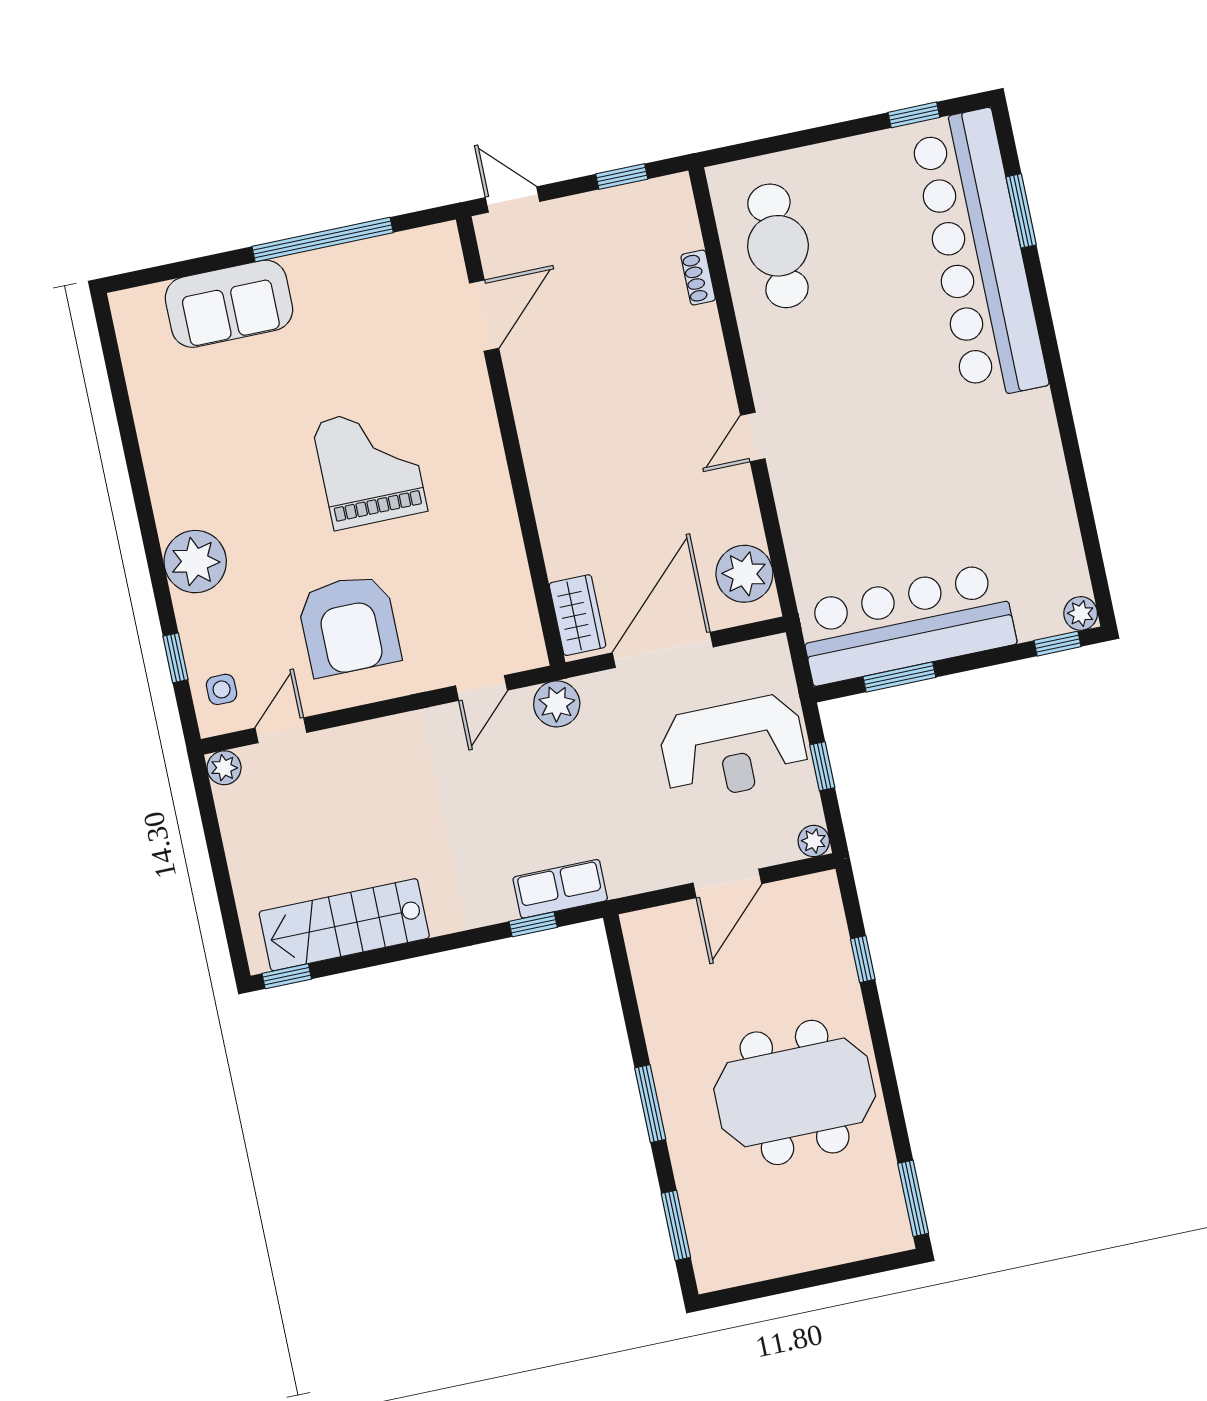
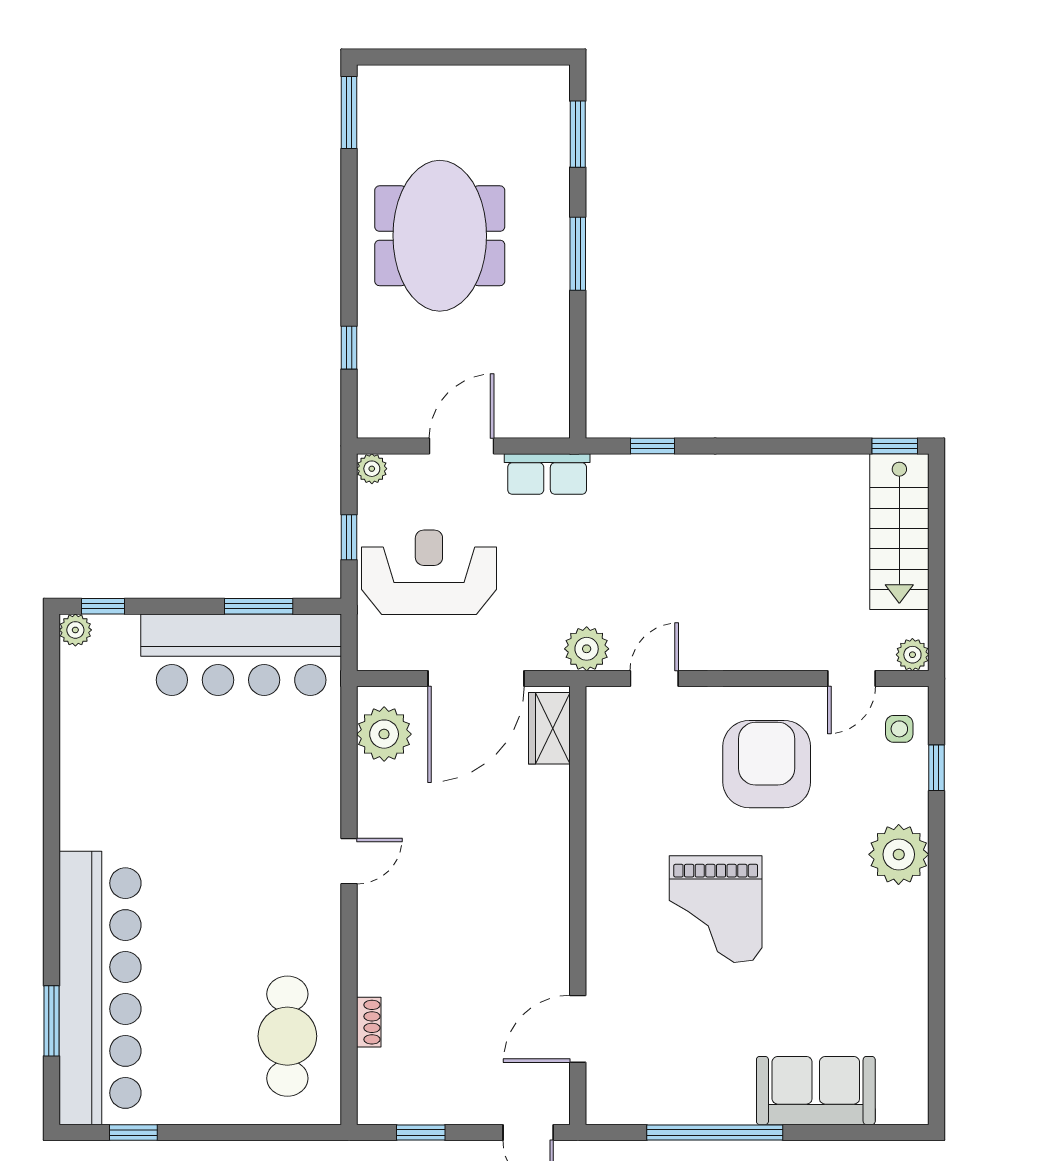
row of seats: (560, 889) -> (547, 474), moved
stairs: (344, 925) -> (899, 532), moved, turned 90
meeting table: (795, 1092) -> (440, 236), turned 90

